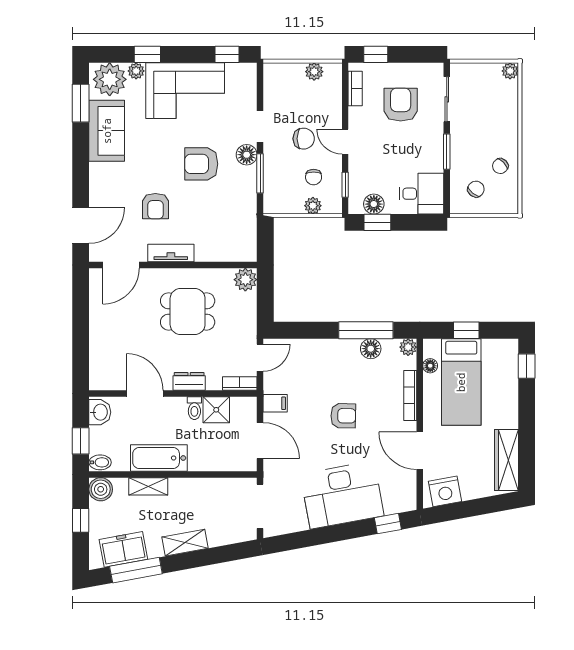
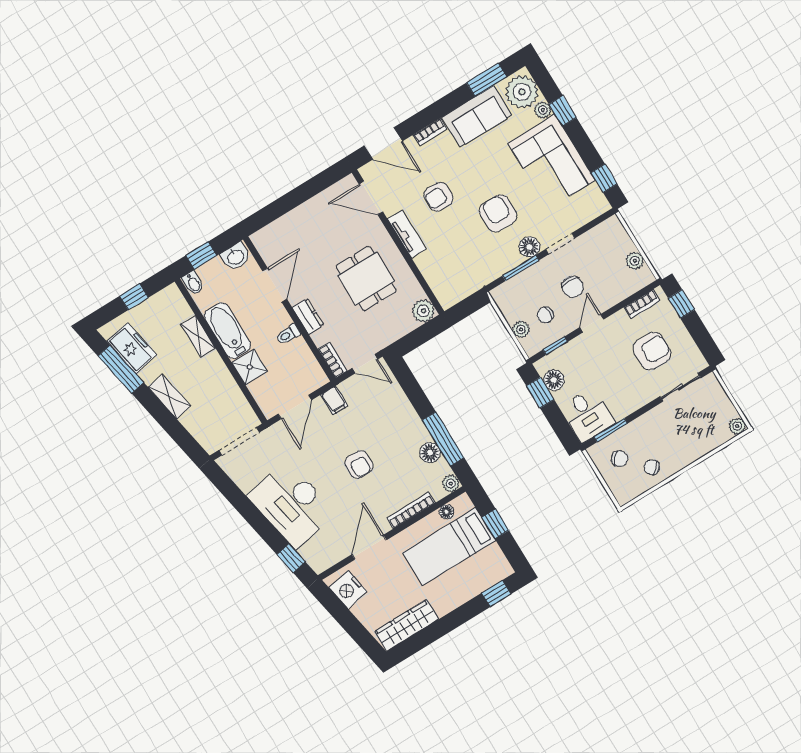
window: (447, 152) -> (611, 430), moved
bookcase: (95, 179) -> (430, 132), added
shower: (216, 410) -> (250, 367), moved
boiler: (101, 489) -> (171, 298), removed

